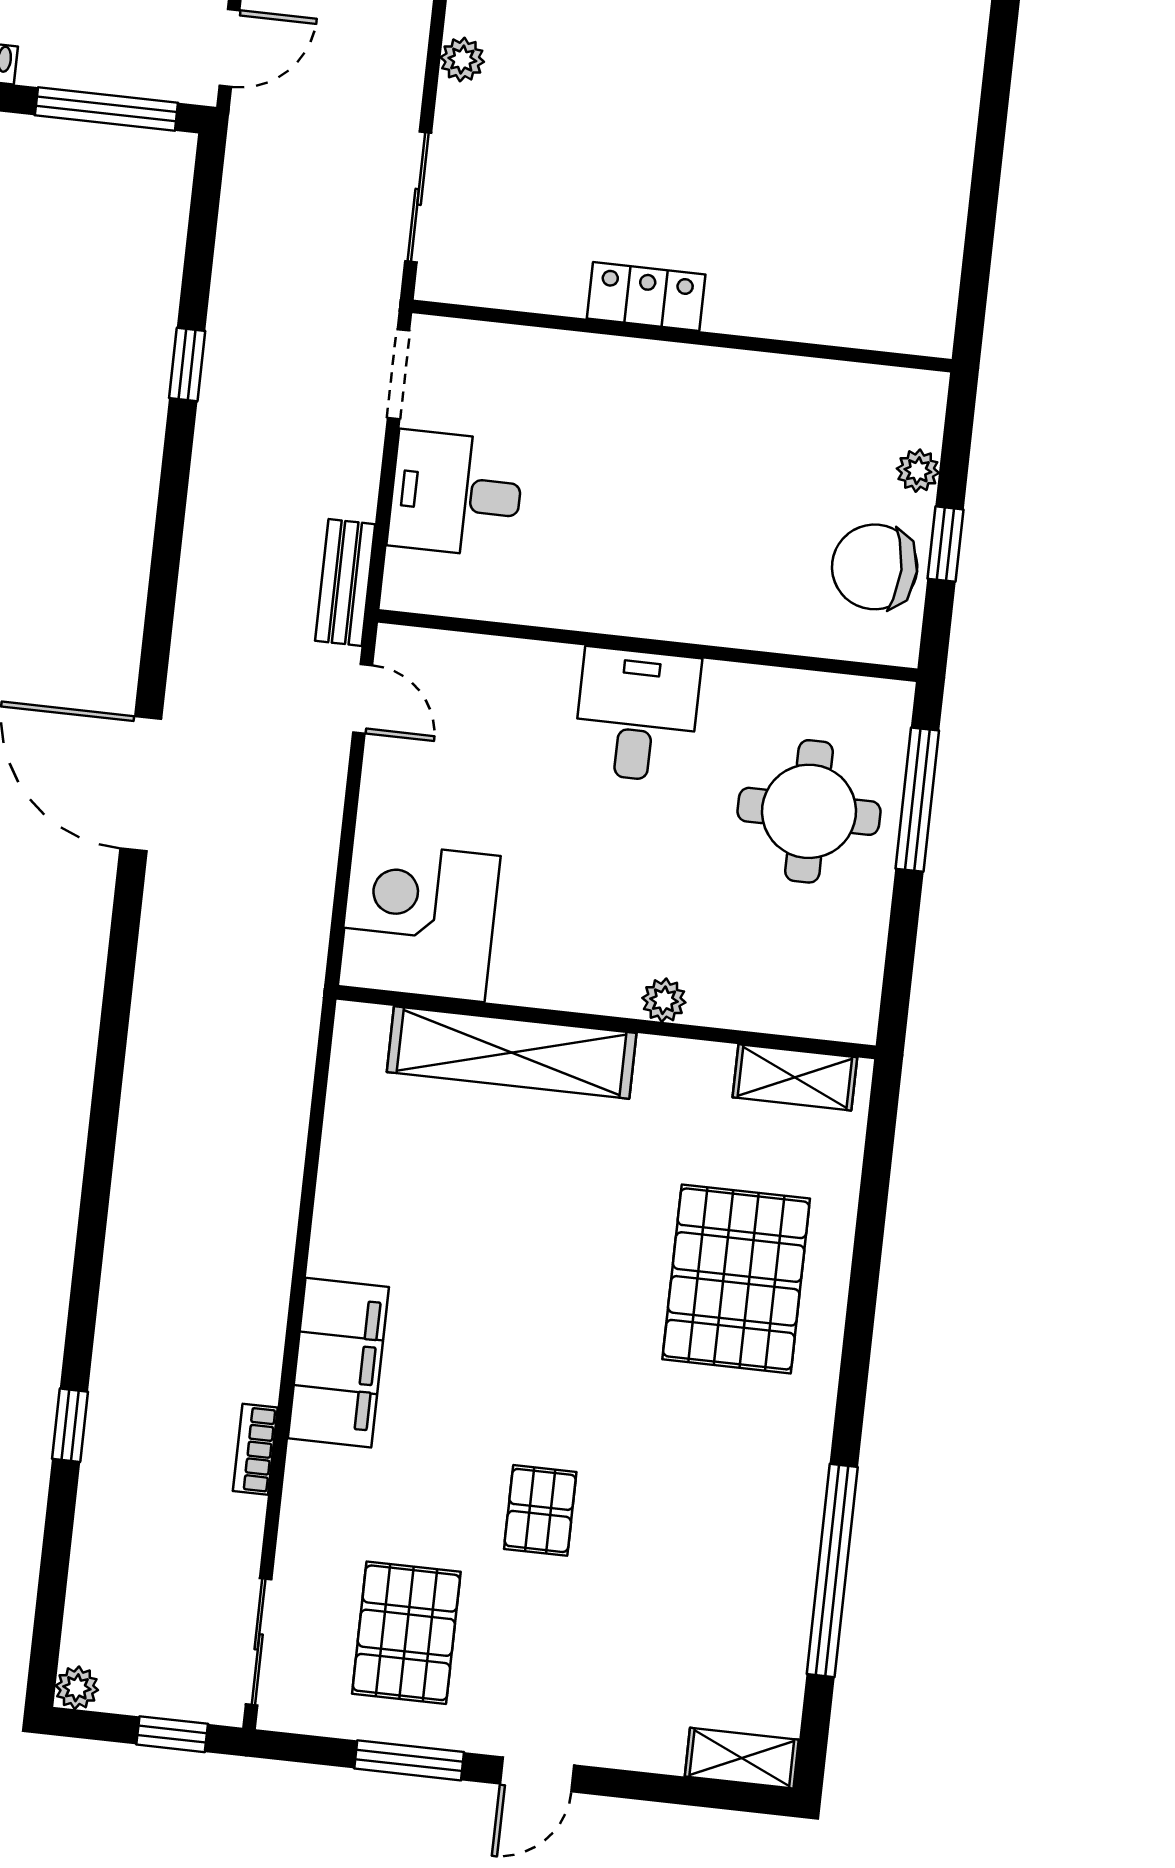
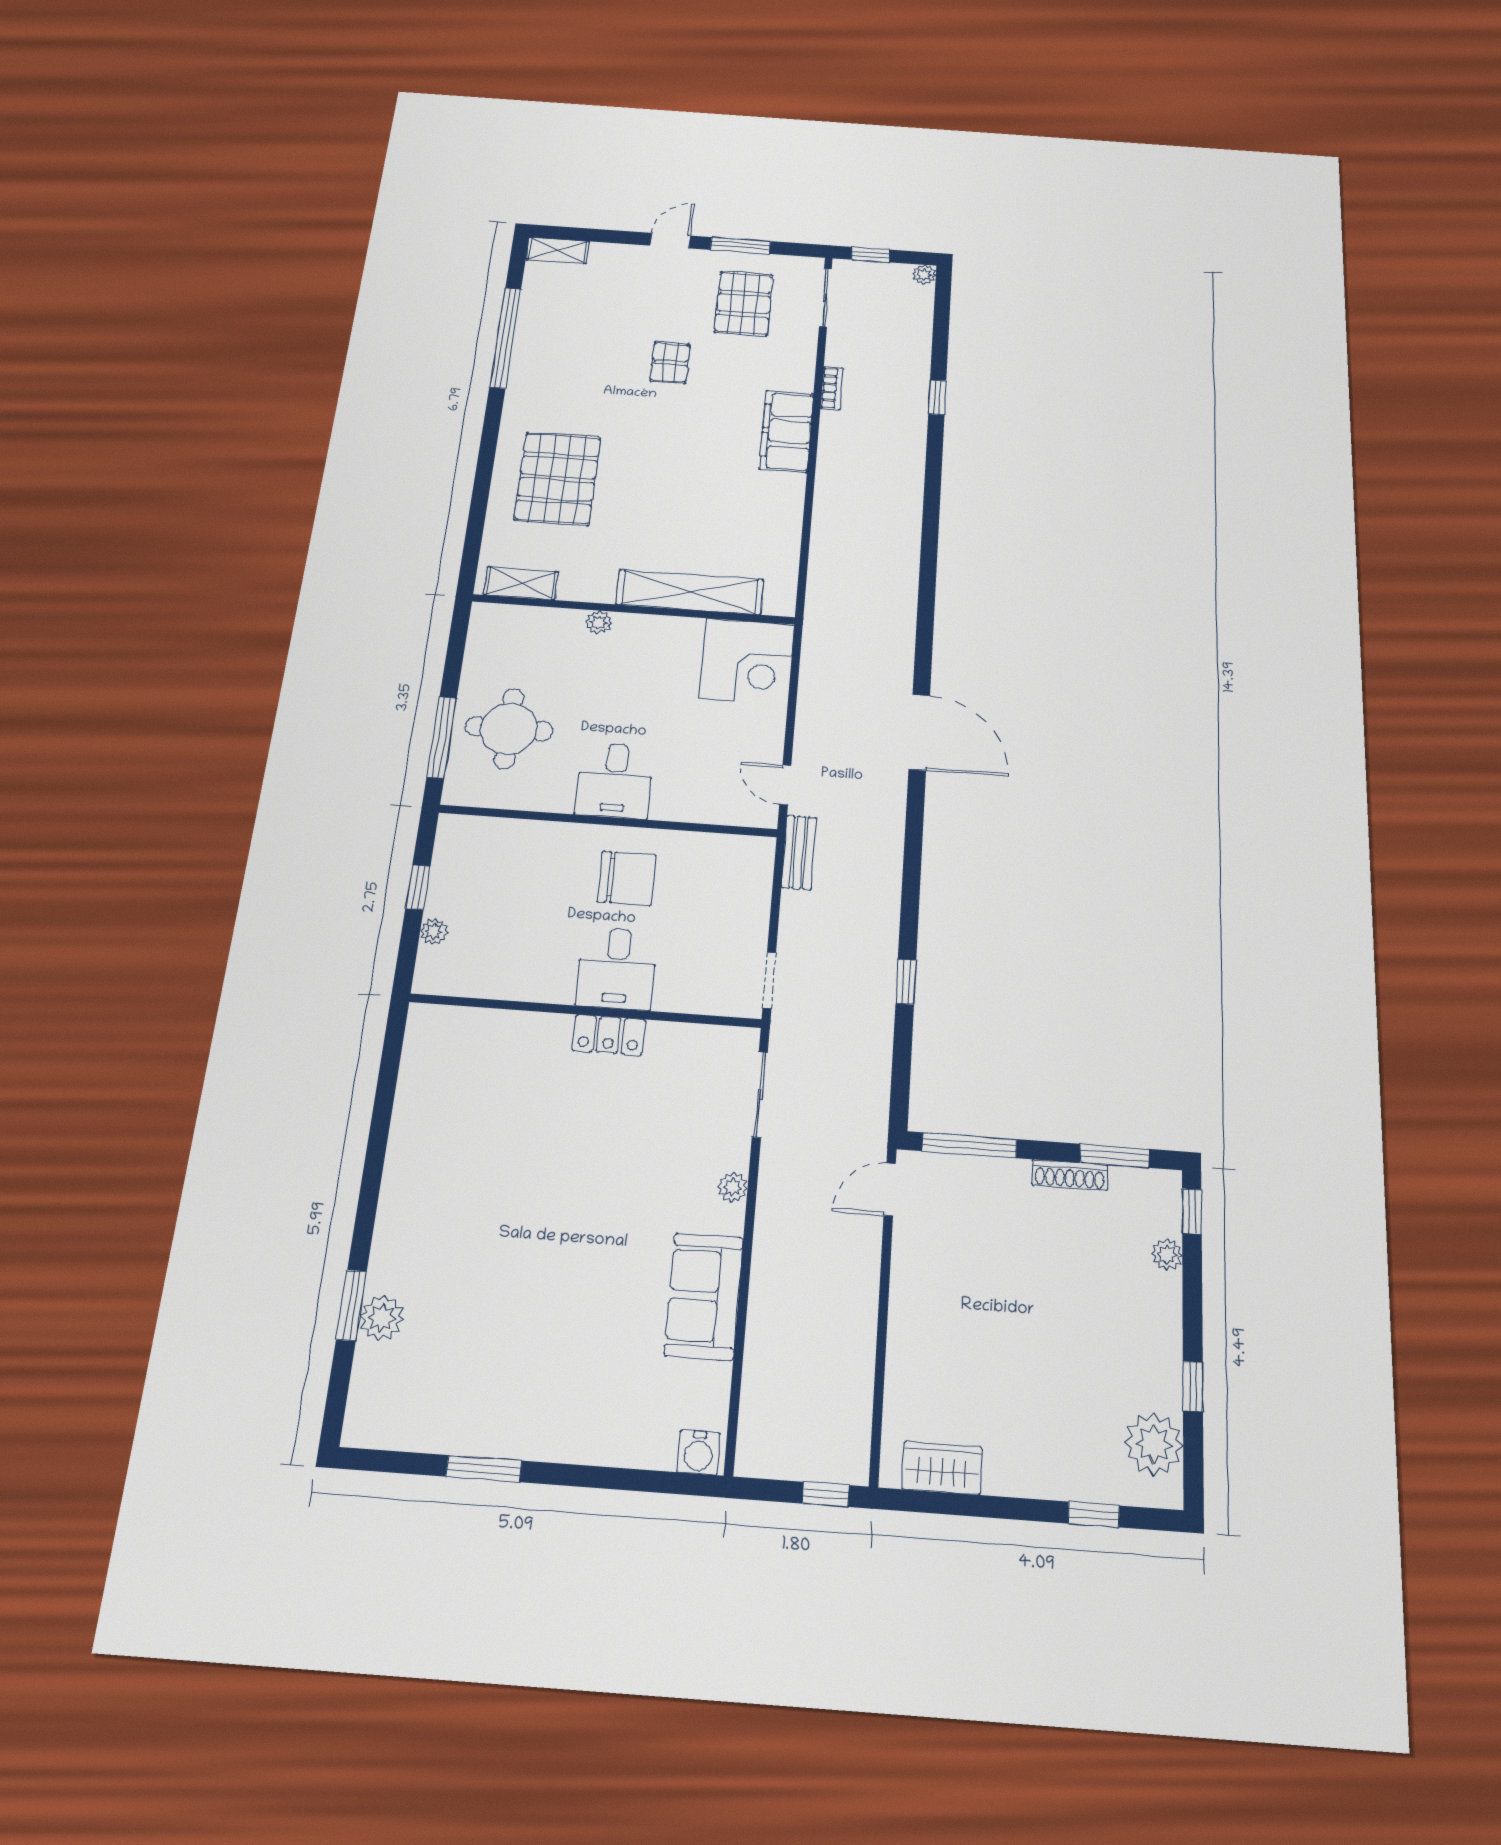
desk: (456, 494) -> (617, 968), moved, turned 90
chair: (875, 567) -> (627, 878), moved

